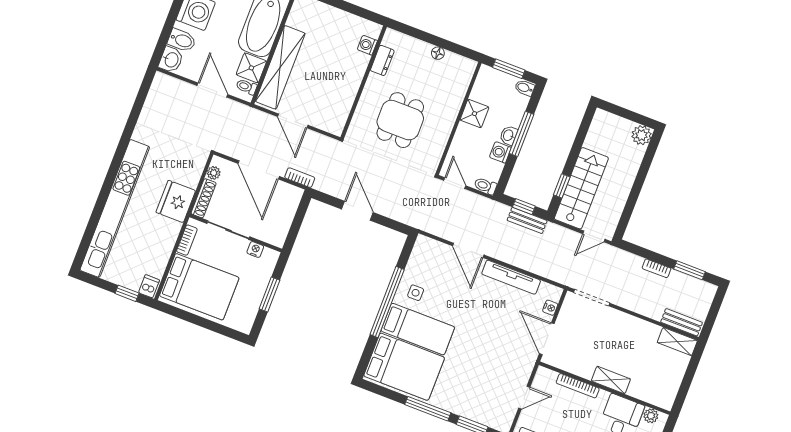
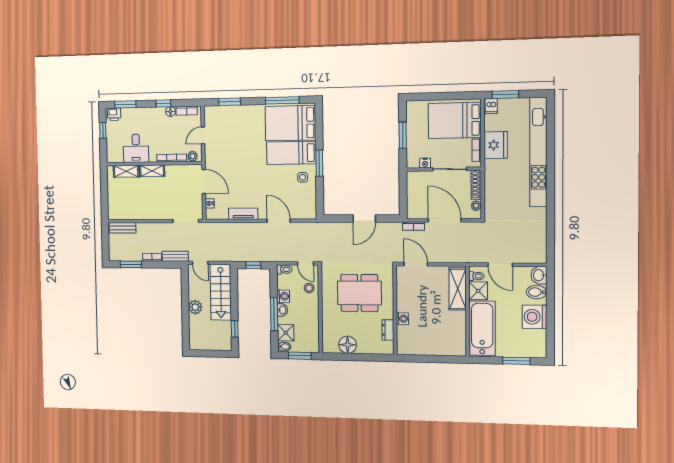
washing machine: (367, 45) -> (402, 319), moved
floor lamp: (438, 53) -> (348, 345), width x1.89, depth x1.89
shelving: (280, 67) -> (458, 289), width x0.68
shower: (474, 114) -> (286, 333), moved
dining table: (400, 120) -> (359, 293), width x1.37
door: (293, 121) -> (416, 264), moved
plant: (642, 135) -> (195, 307), moved
stool: (463, 150) -> (309, 288), added
window: (562, 186) -> (235, 329), moved
fridge: (176, 201) -> (496, 145), moved
door: (357, 211) -> (364, 218), hinge flipped
bench: (527, 220) -> (175, 256), moved
door: (594, 236) -> (200, 263), swing flipped
tv unit: (511, 277) -> (243, 214), width x0.71
window: (127, 293) -> (505, 94), width x1.50
window: (387, 302) -> (319, 163), width x0.47
shelving: (677, 342) -> (126, 171), moved
window: (428, 409) -> (282, 100), moved
plant: (651, 416) -> (193, 156), moved

